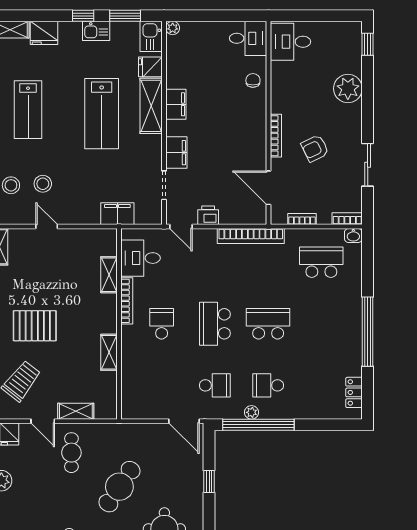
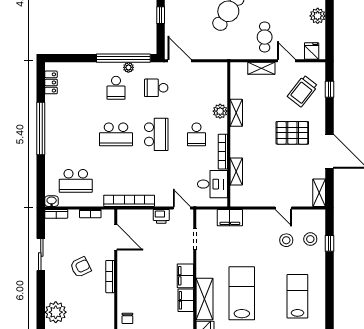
filing cabinet: (176, 153) -> (185, 276), moved
plant: (130, 354) -> (220, 111), added
school desk: (268, 385) -> (116, 88), turned 90

